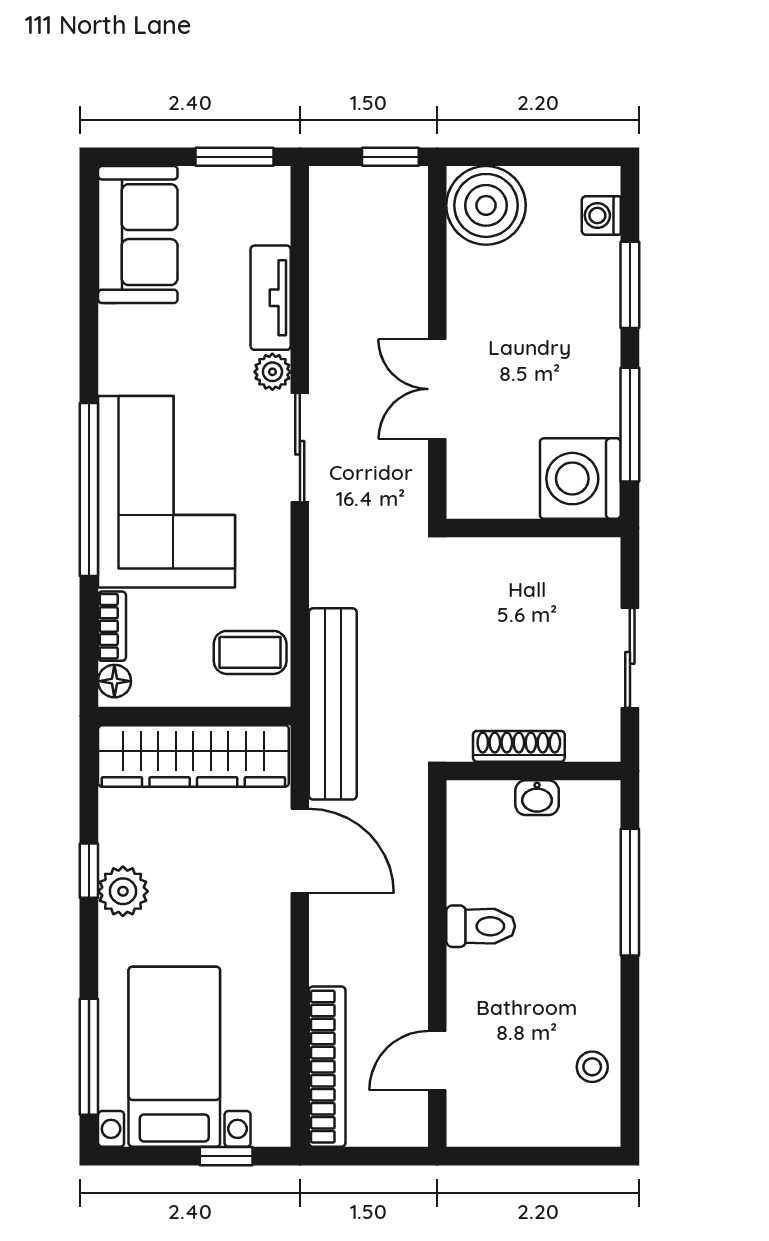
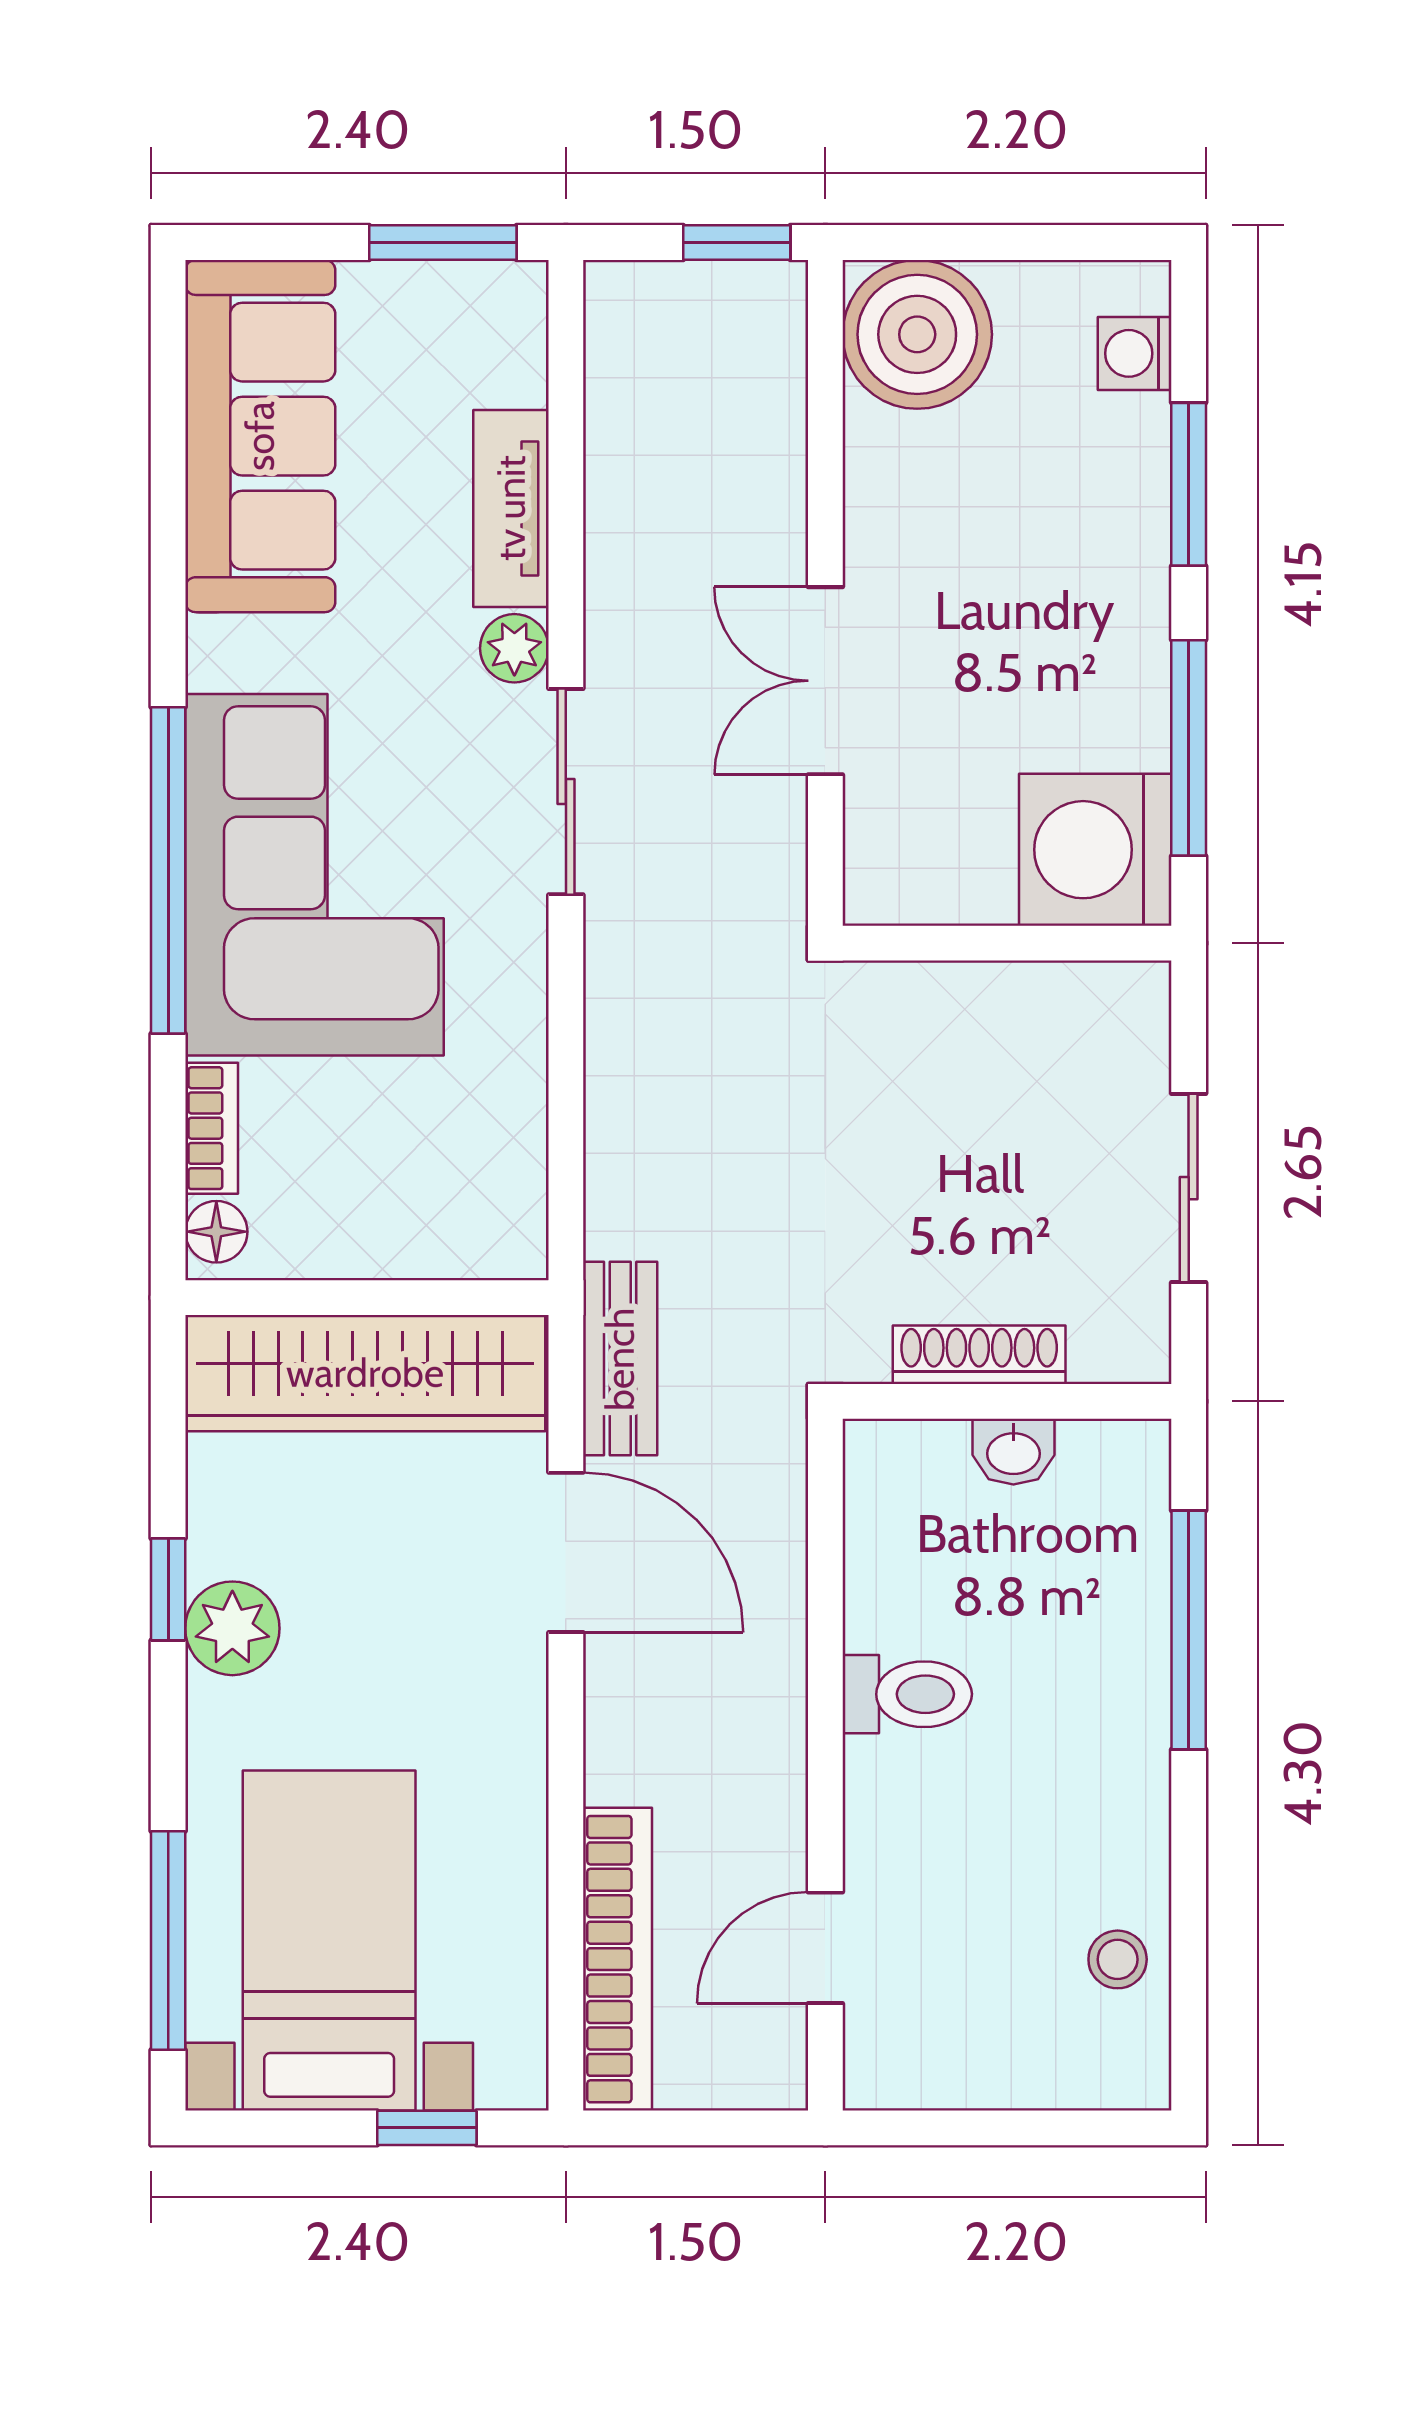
sofa: (138, 235) -> (260, 436), width x1.36
coffee table: (250, 652) -> (472, 1178), removed
bench: (333, 704) -> (620, 1359), width x0.54, depth x0.82

